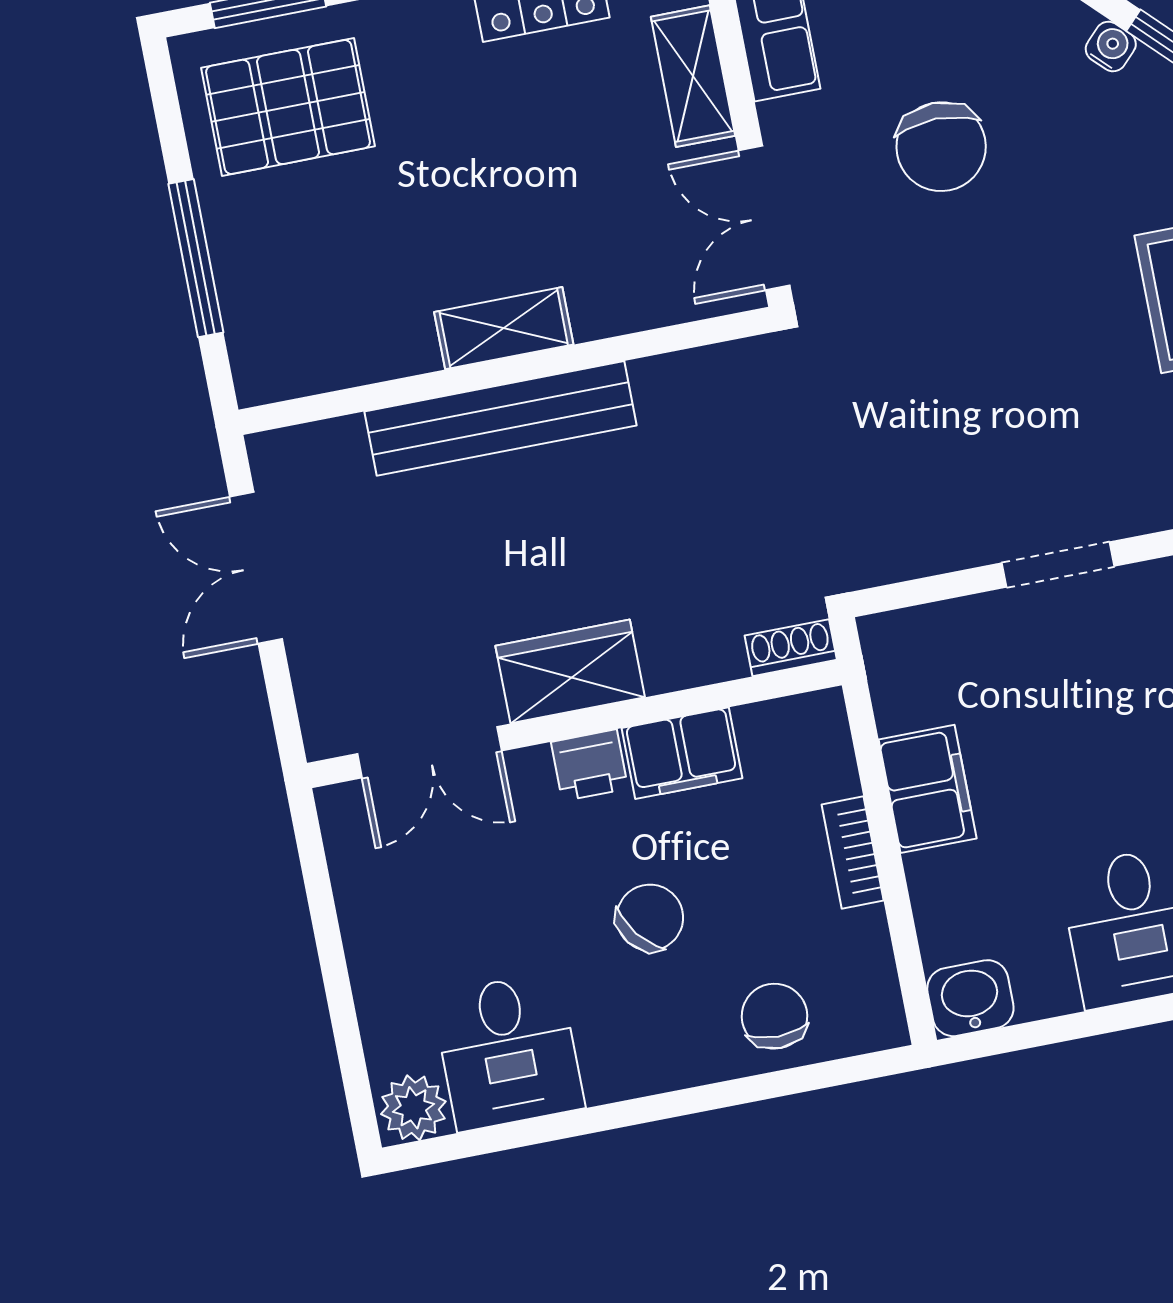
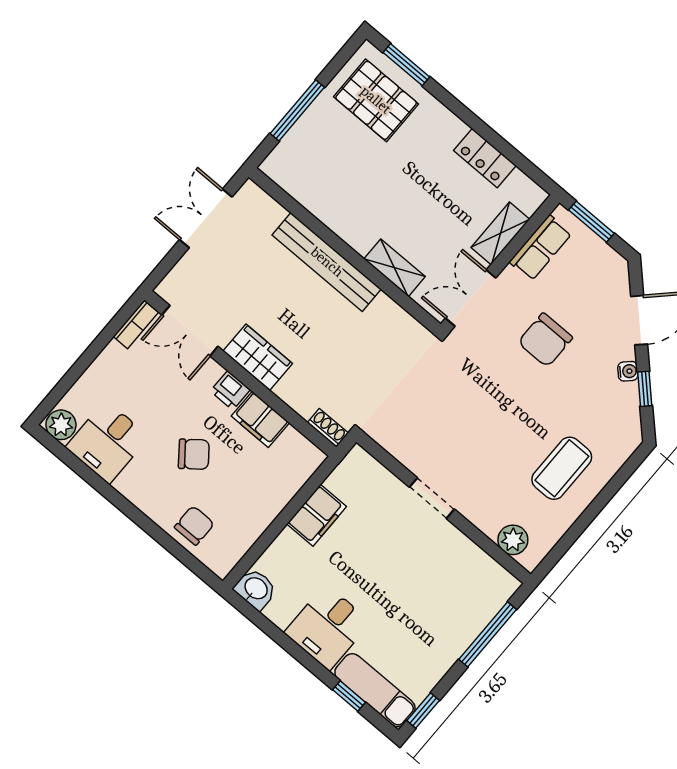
shelving: (504, 328) -> (395, 268), moved
bookcase: (853, 853) -> (136, 324), moved, turned 180

